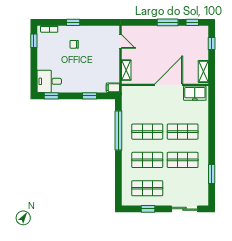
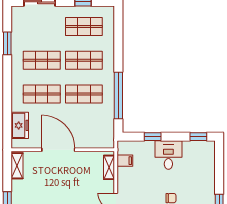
desk: (49, 81) -> (168, 155), moved, turned -90
door: (169, 85) -> (58, 150), swing flipped
filing cabinet: (113, 88) -> (125, 161), moved
freezer: (195, 93) -> (20, 125), moved, turned 90

